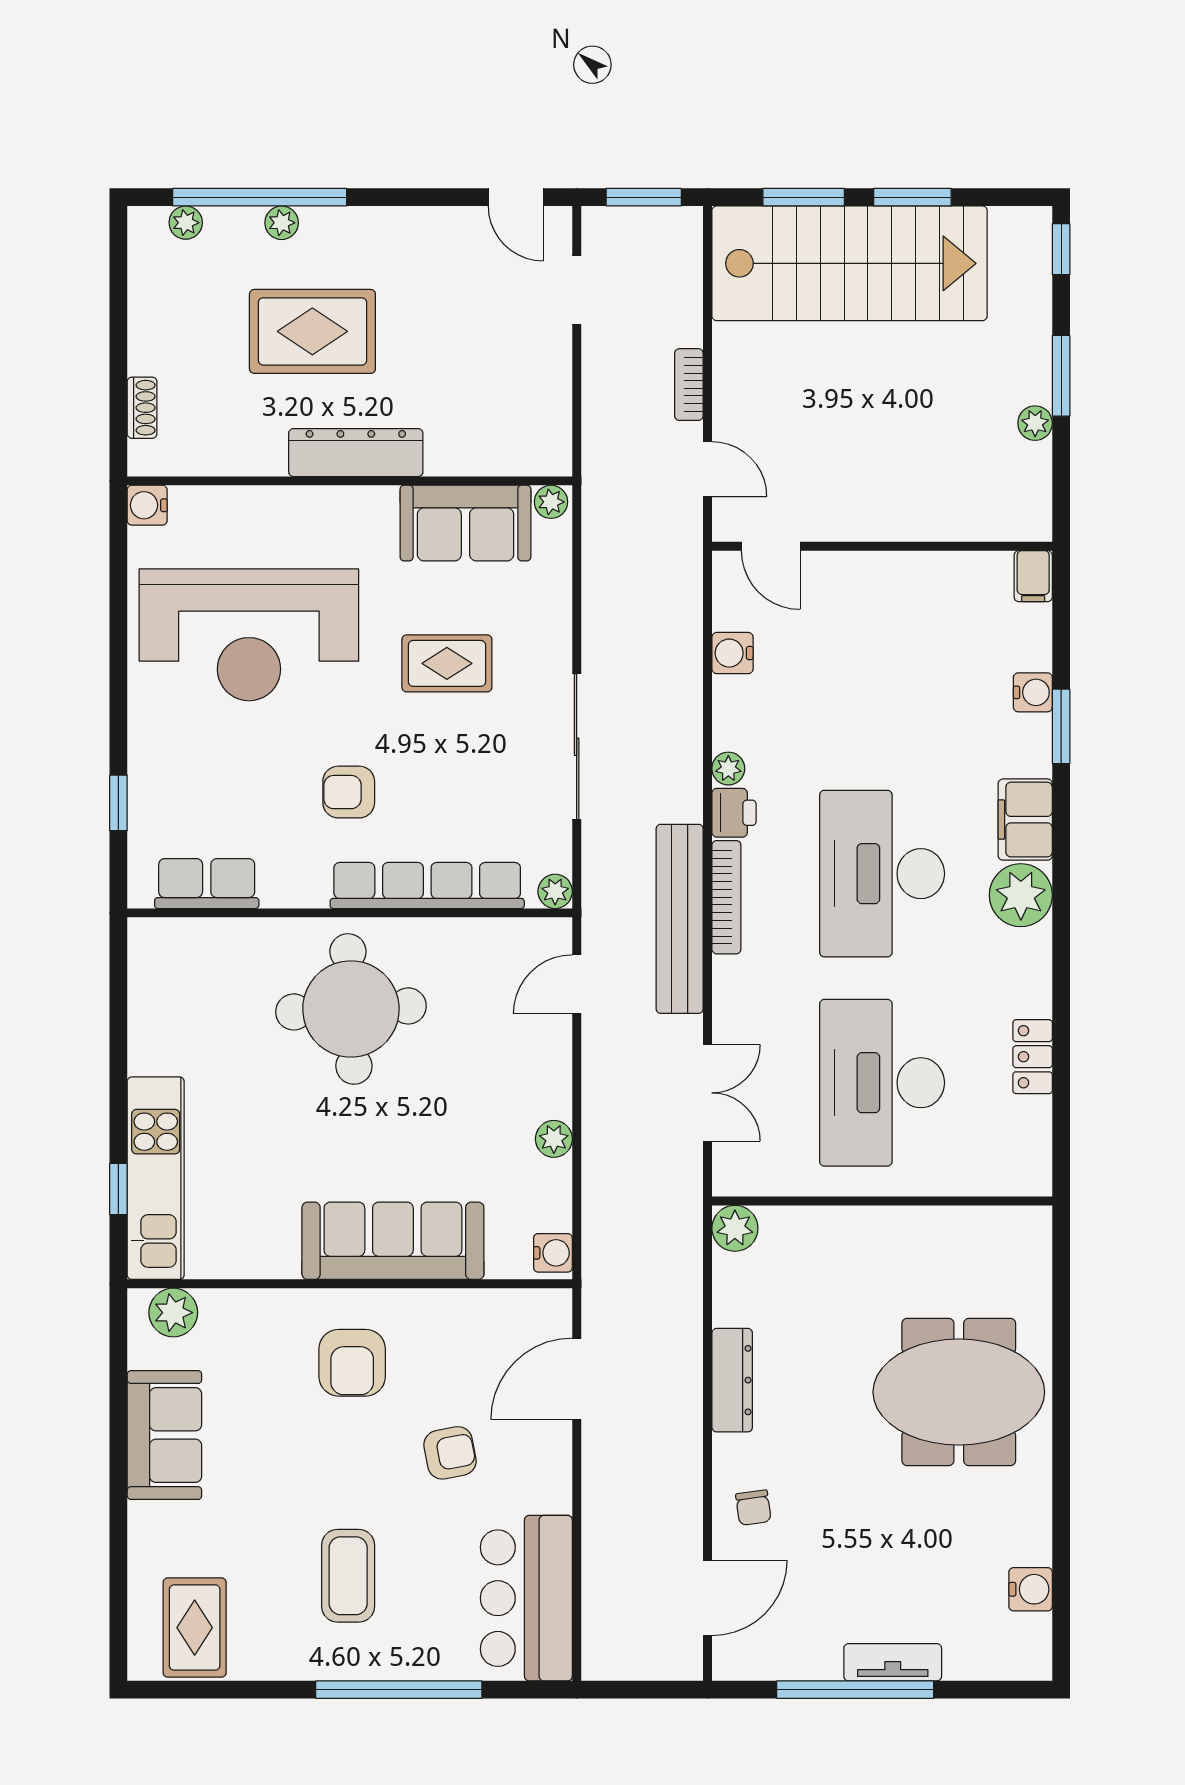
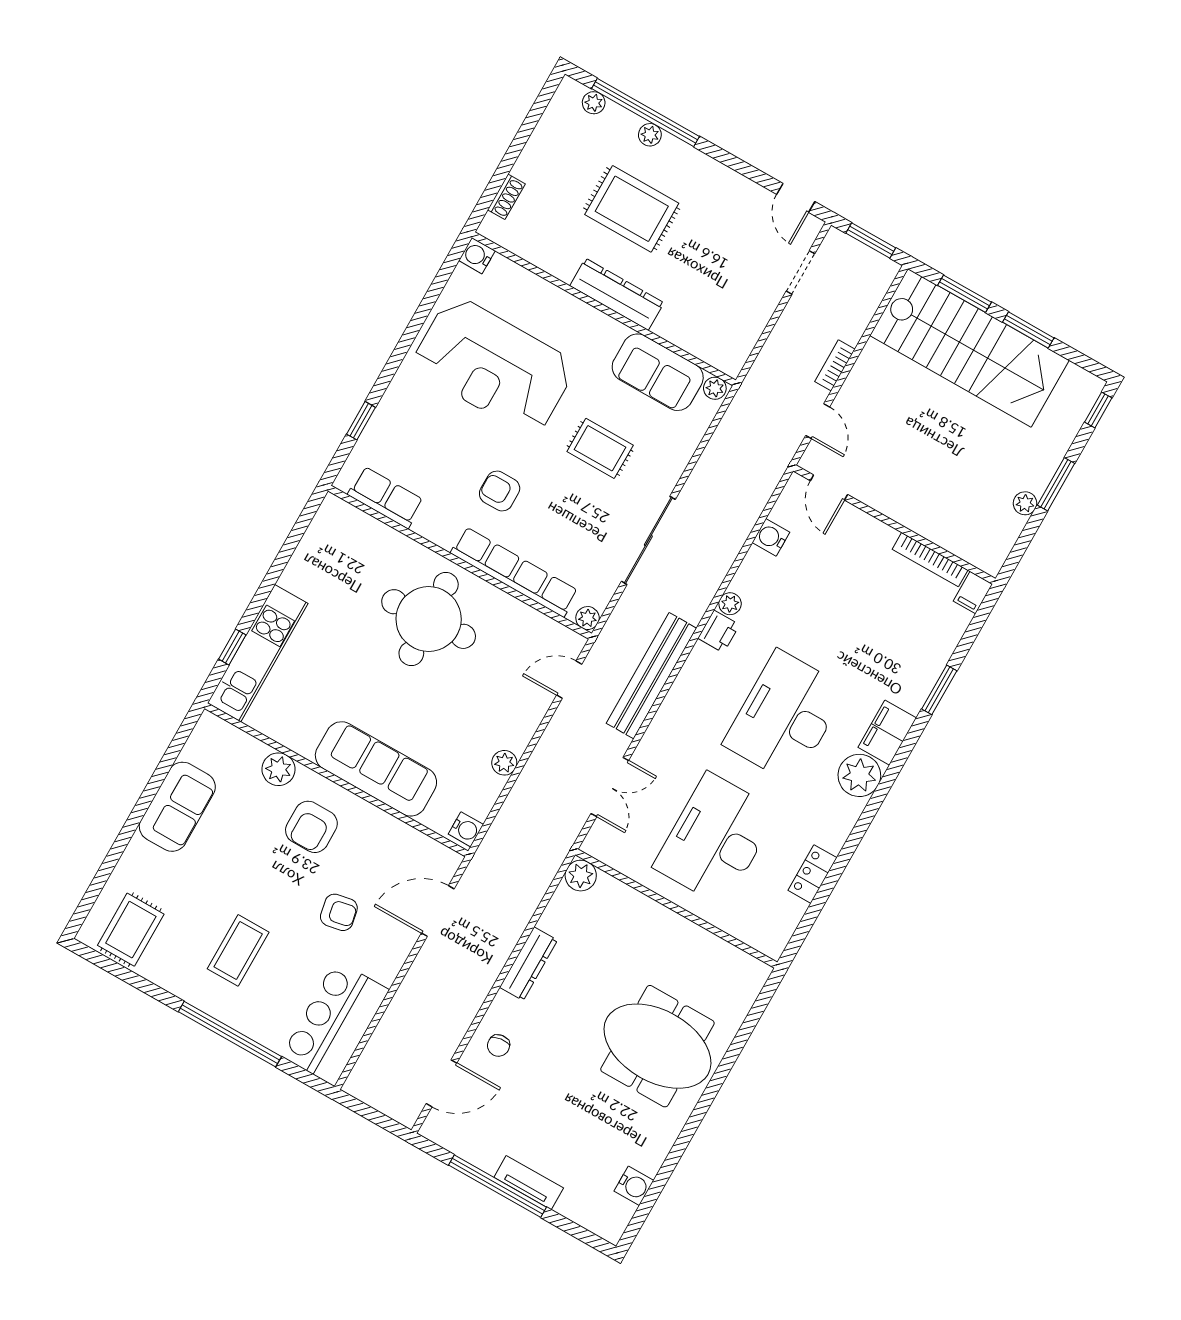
water cooler: (1033, 692) -> (934, 660), removed
bookcase: (726, 897) -> (930, 560), moved, turned 90
plant: (173, 1313) -> (278, 769), moved

